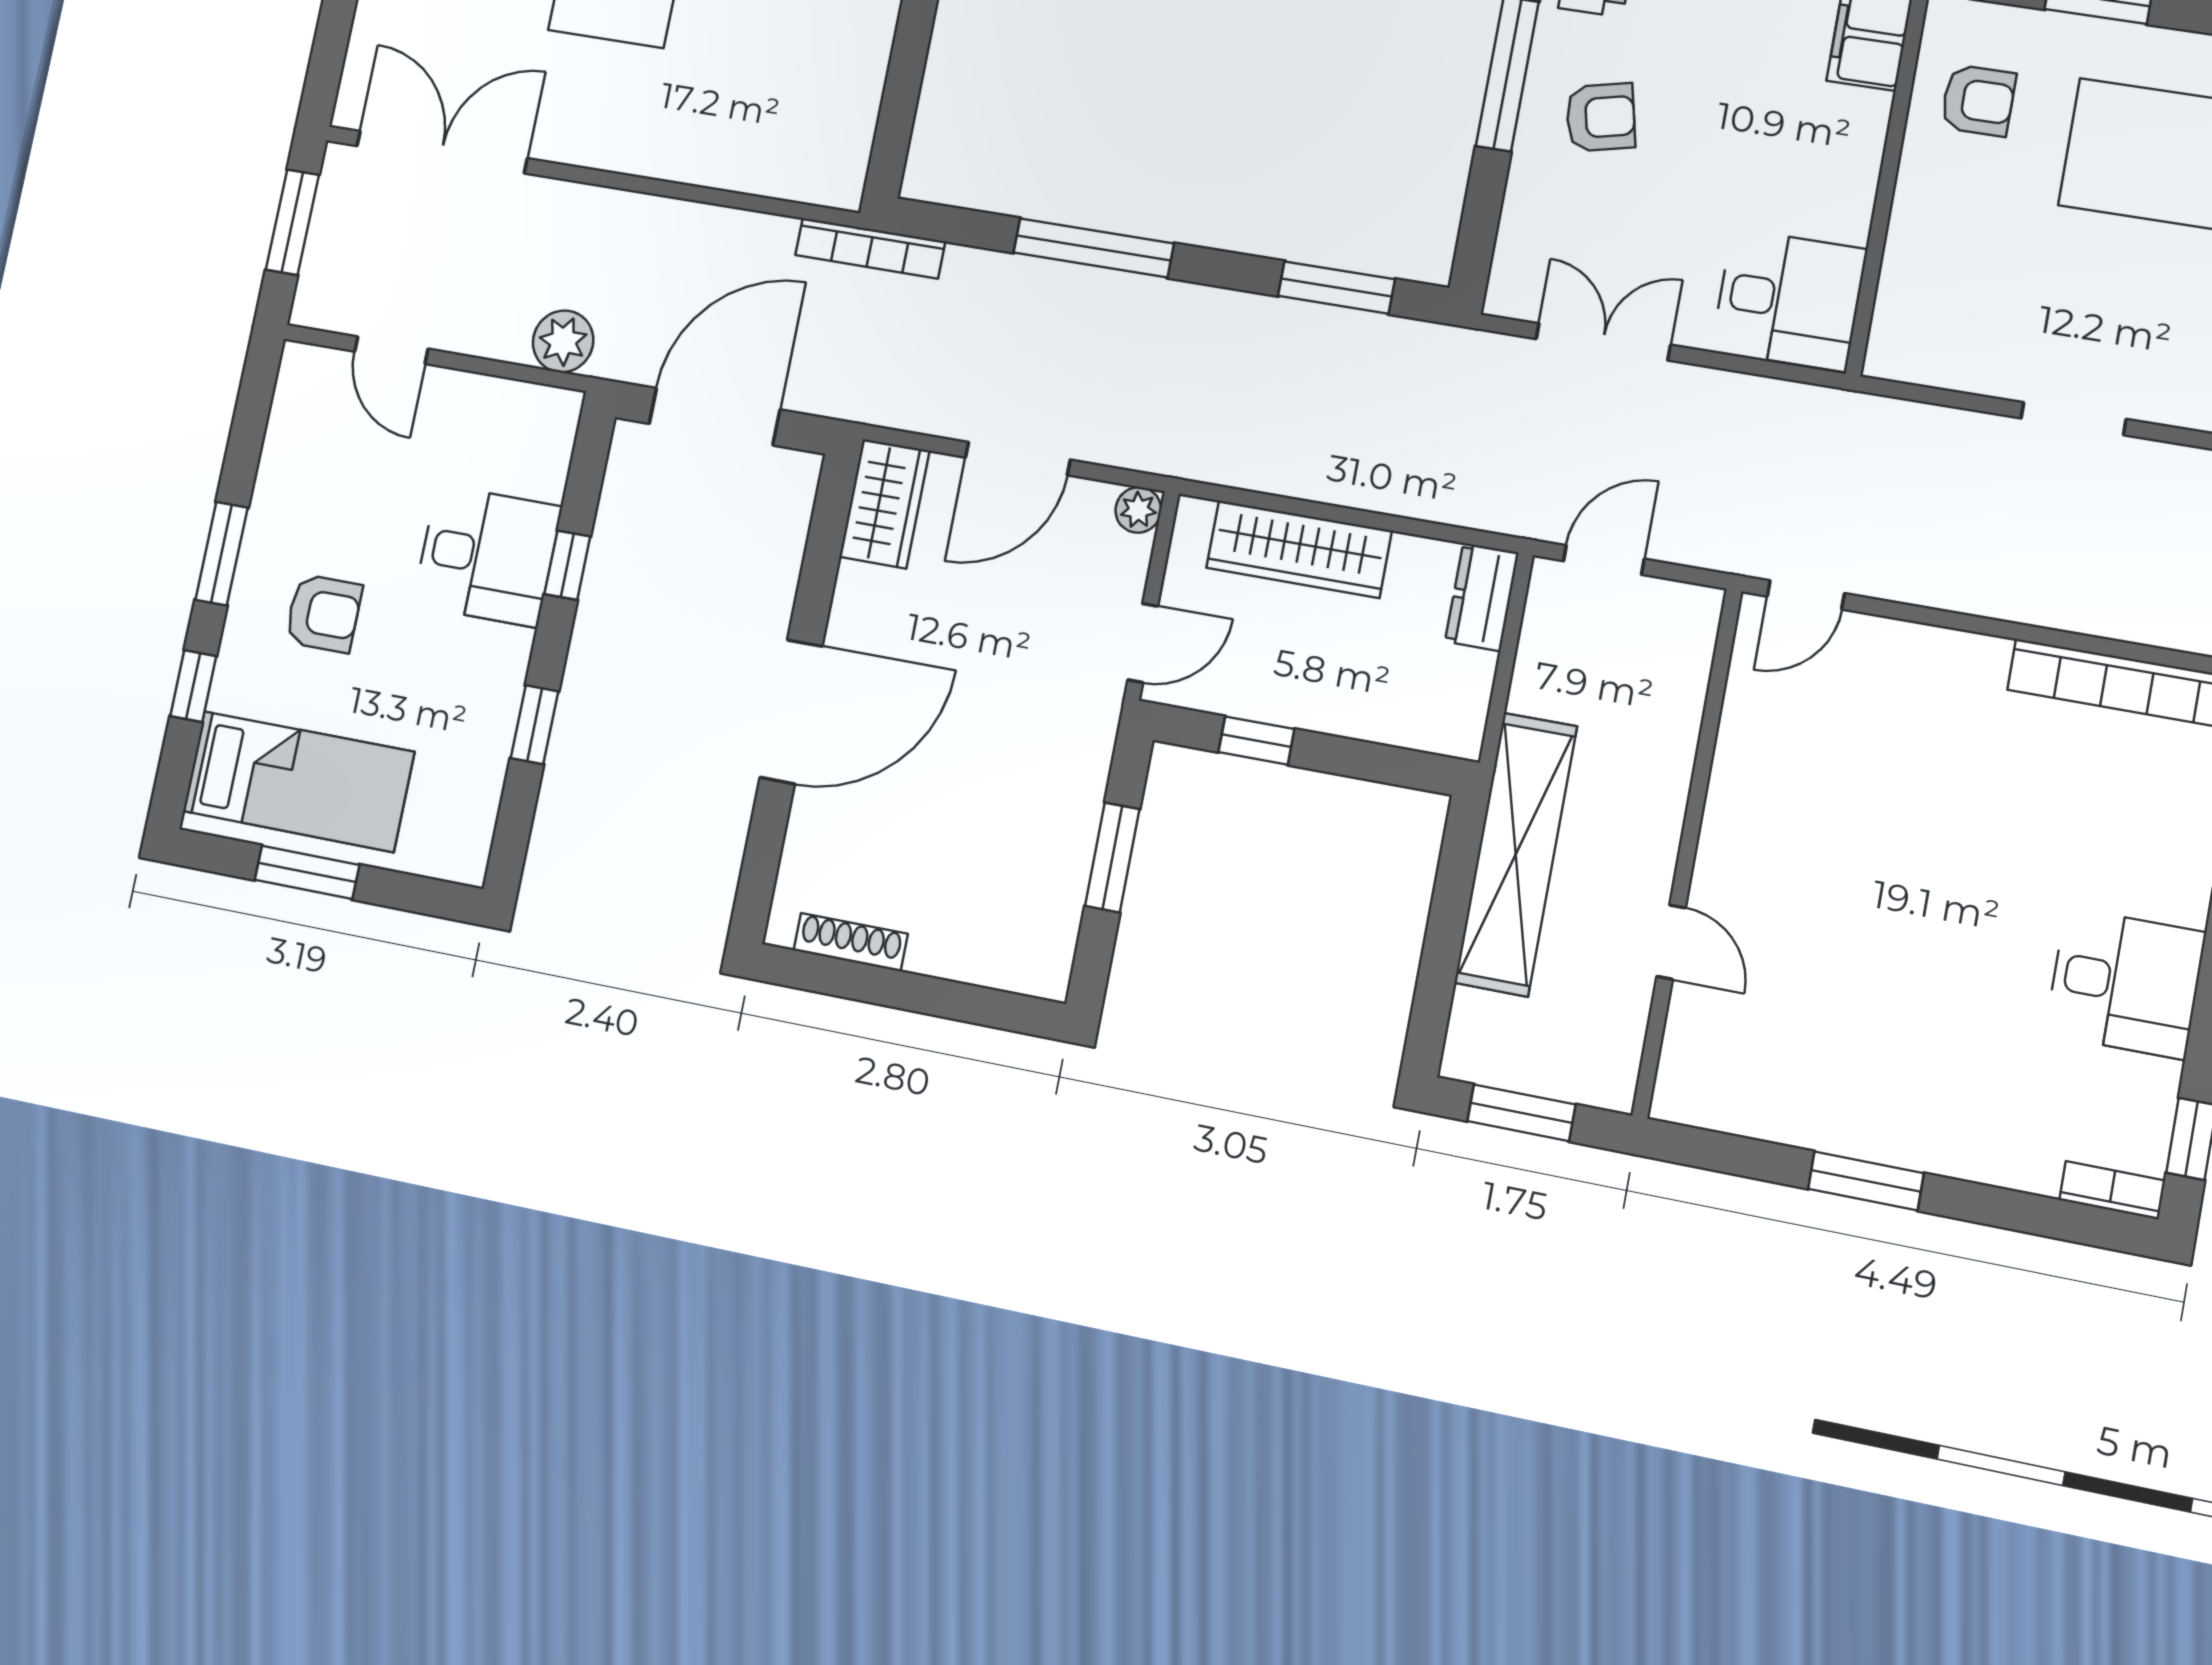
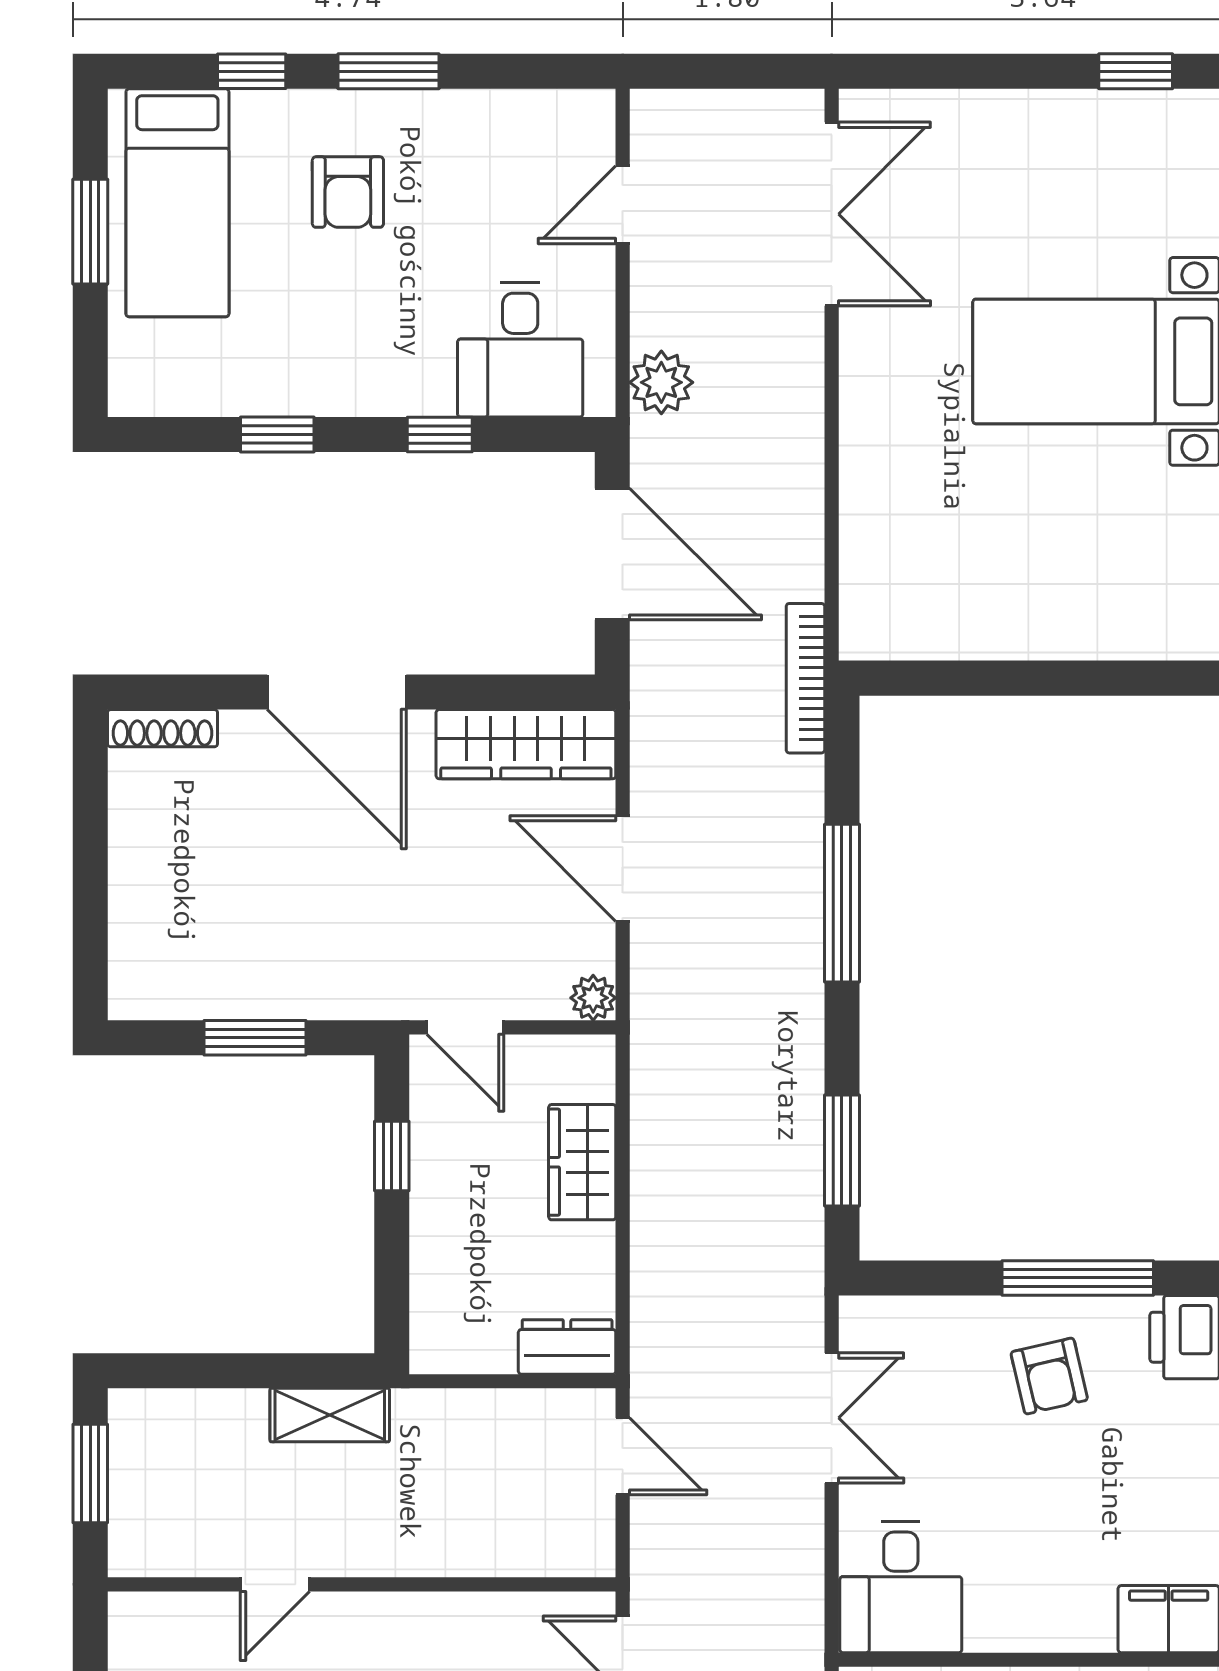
window: (292, 222) -> (735, 71), removed
wardrobe: (884, 504) -> (526, 744), width x1.50
wardrobe: (1299, 549) -> (582, 1162), width x0.67
desk: (487, 556) -> (520, 350), moved
shelving: (1516, 854) -> (330, 1415), width x0.45, depth x0.75
shoe rack: (851, 942) -> (162, 728), moved, turned 90

